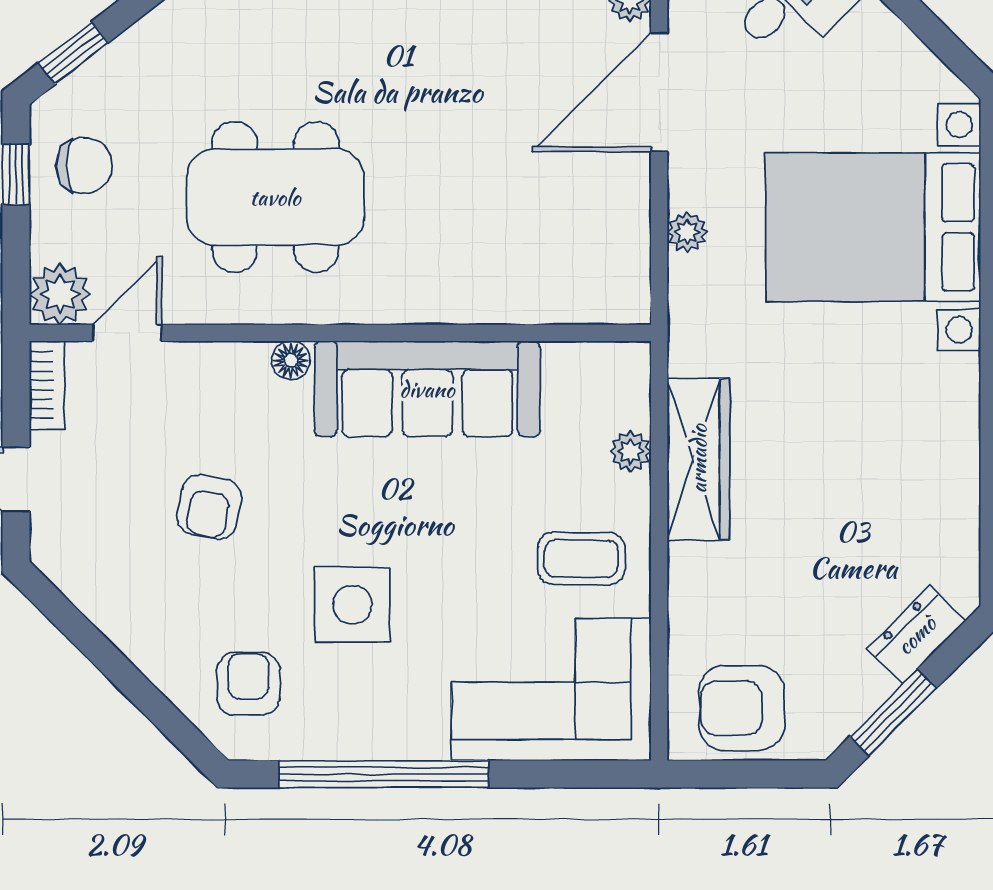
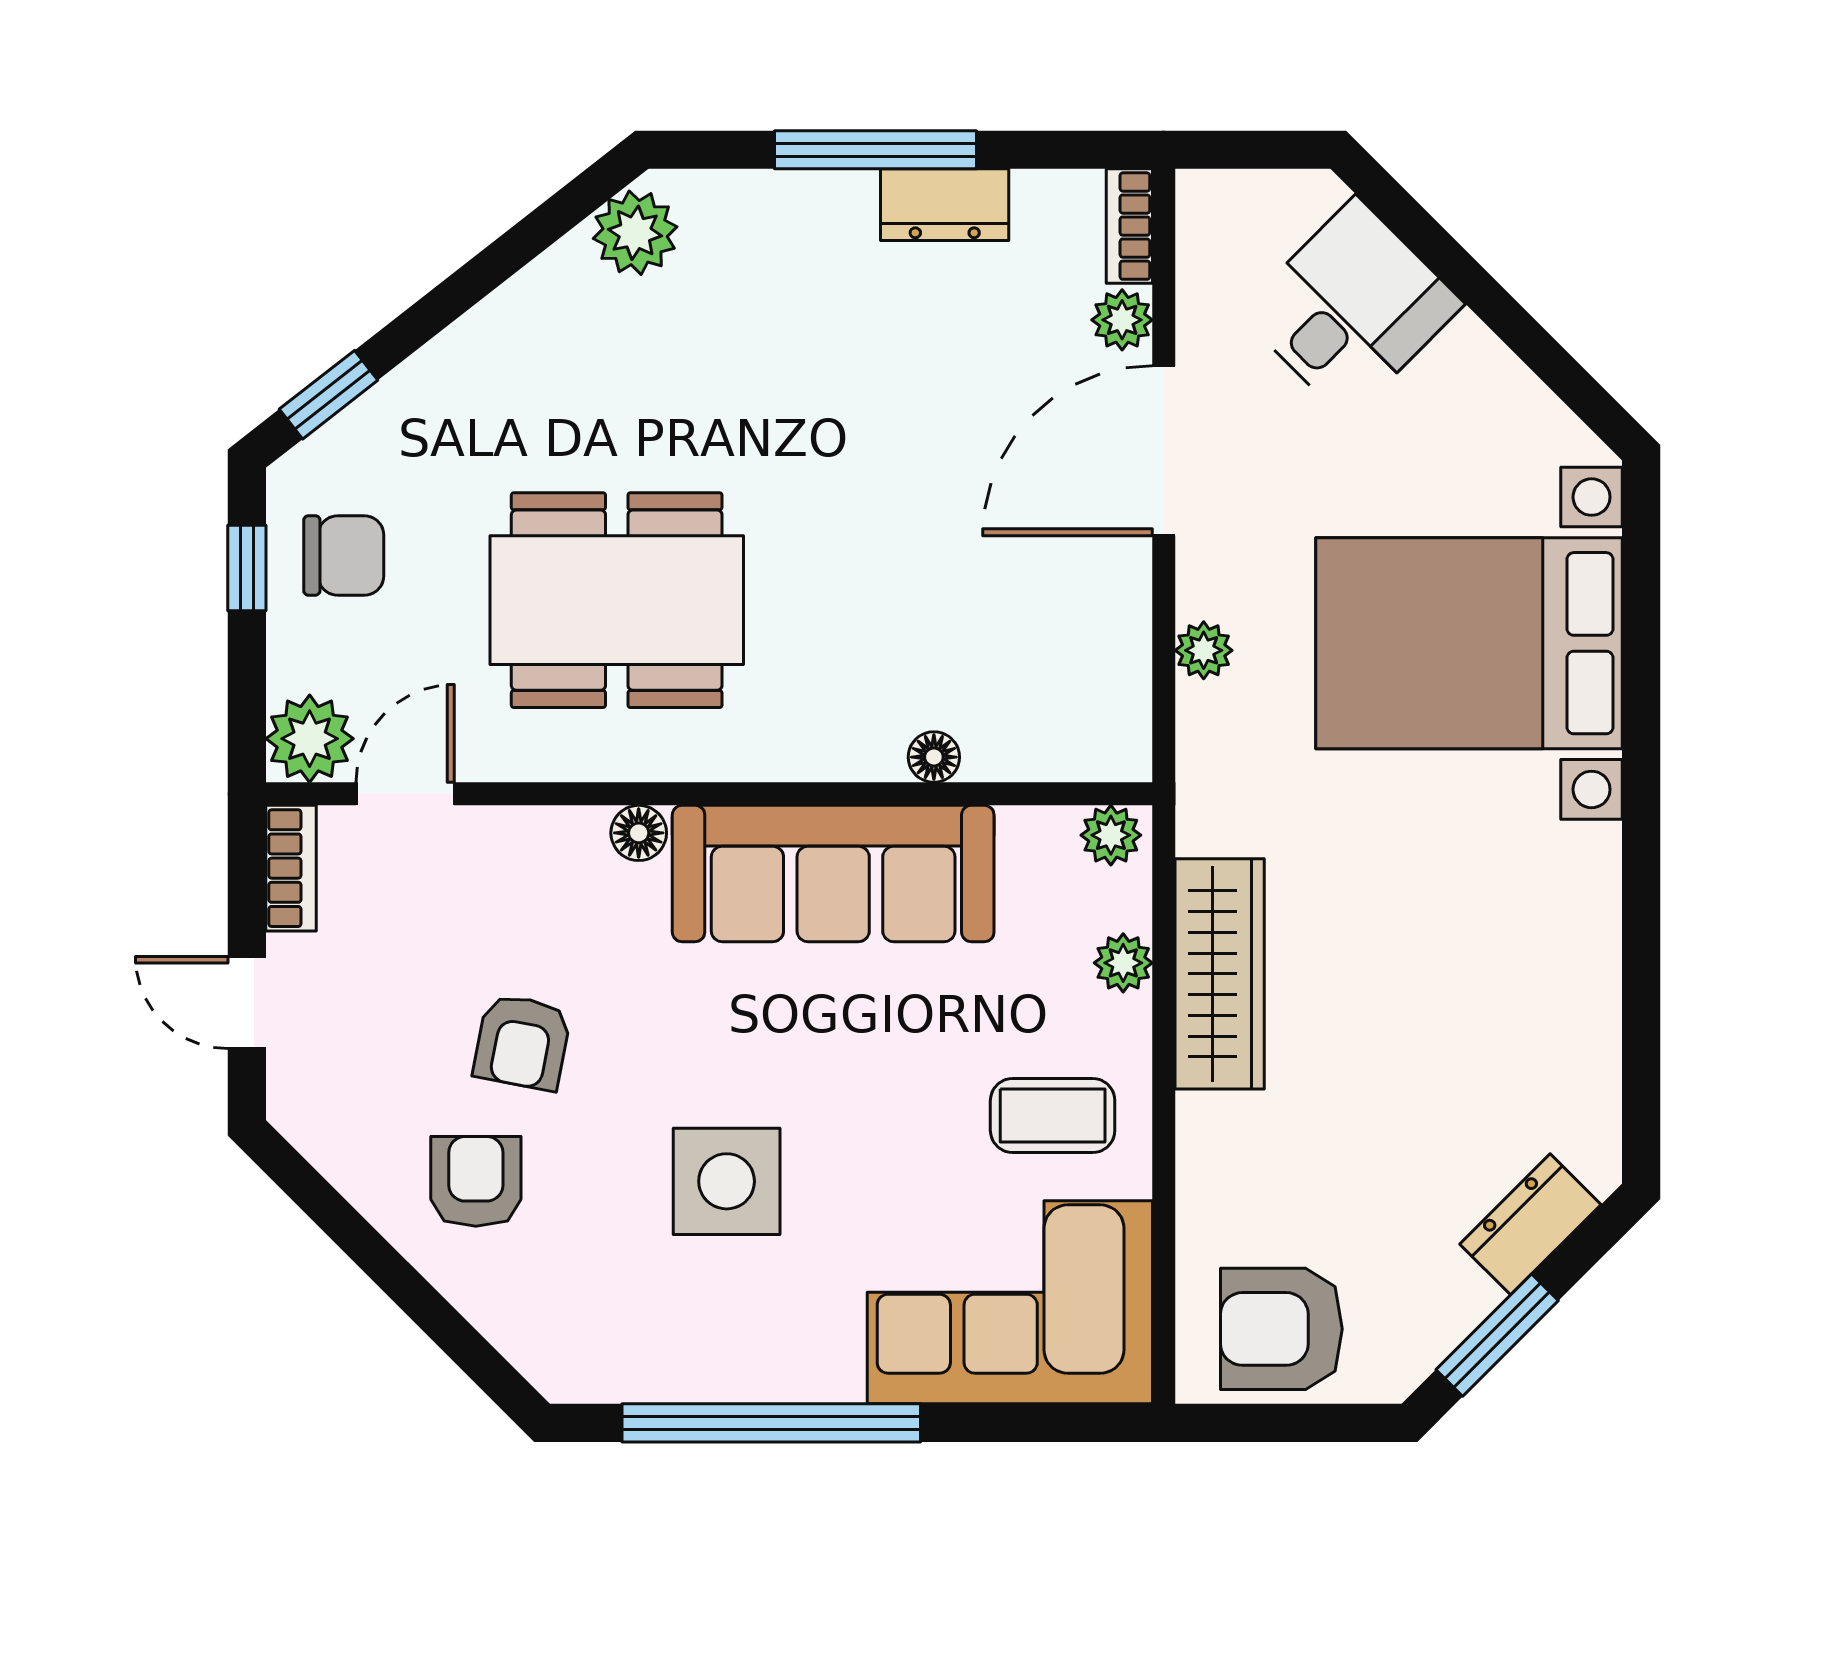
floor lamp: (498, 307) -> (934, 757), added
plant: (622, 362) -> (1111, 835), added
armchair: (248, 684) -> (476, 1181), moved

